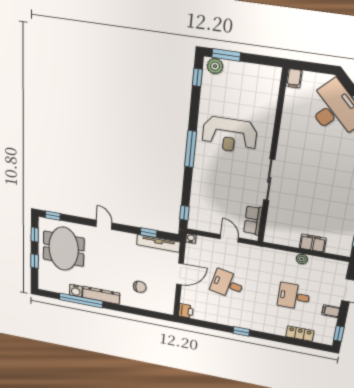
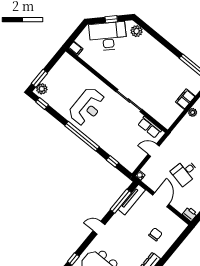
window: (191, 149) -> (82, 136), width x1.46
window: (184, 213) -> (113, 161), moved
window: (149, 233) -> (121, 201), width x2.17

